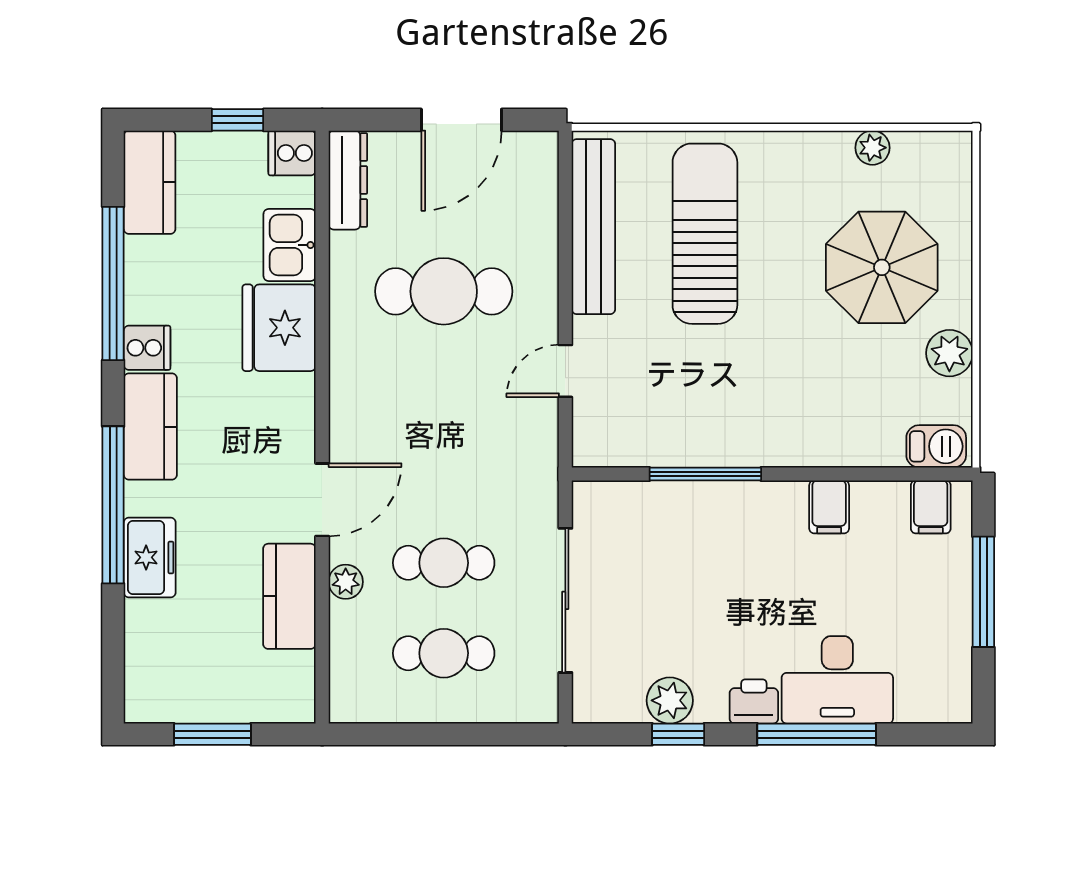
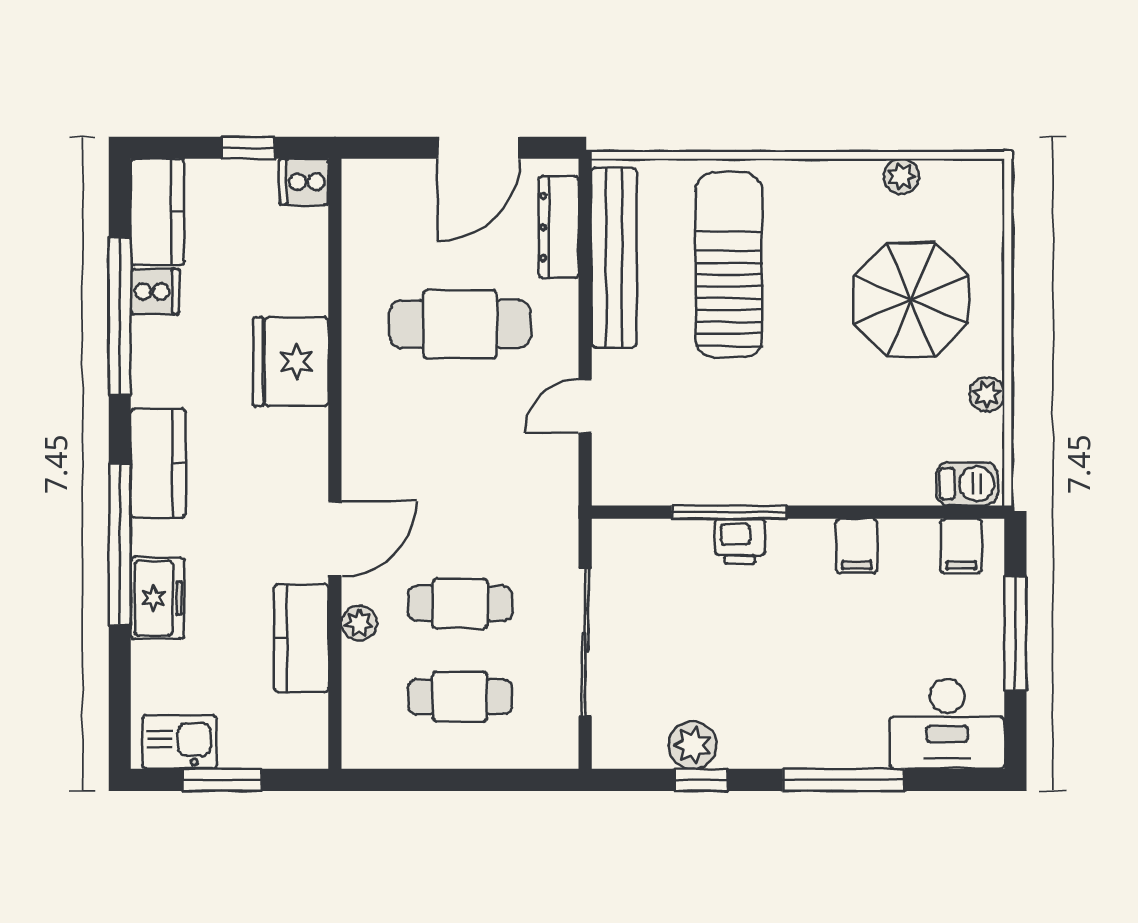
dresser: (348, 180) -> (559, 227), moved, turned 180
kitchen sink: (290, 245) -> (179, 742), moved, turned 90
cooker: (147, 348) -> (155, 291), moved
plant: (949, 353) -> (987, 394), width x0.73, depth x0.73
desk: (837, 680) -> (947, 724), moved
printer: (754, 701) -> (740, 541), moved, turned 180

